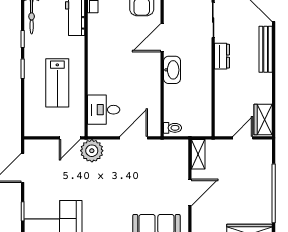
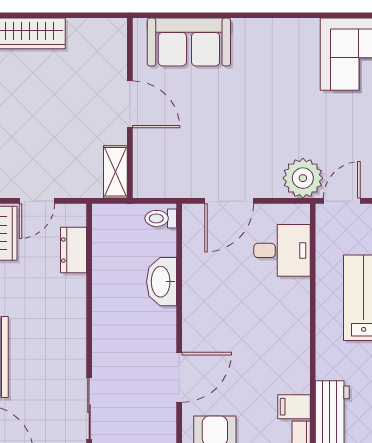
filing cabinet: (97, 21) -> (294, 407), added
dresser: (222, 56) -> (73, 250), moved
washbasin: (172, 70) -> (162, 282), moved
door: (190, 193) -> (130, 104), swing flipped

